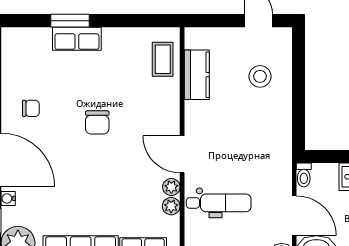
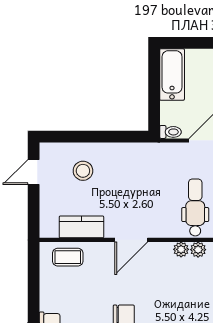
door: (182, 154) -> (131, 240), moved

